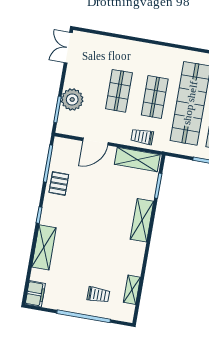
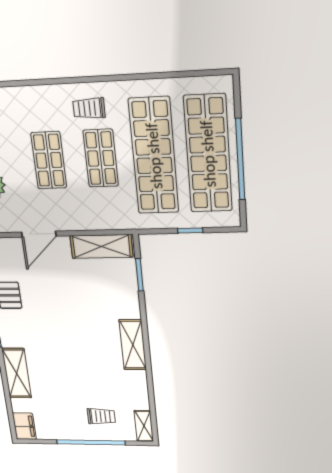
trolley: (142, 137) -> (89, 108), moved
shelving: (142, 220) -> (133, 345), moved
shelving: (132, 290) -> (144, 426), moved

